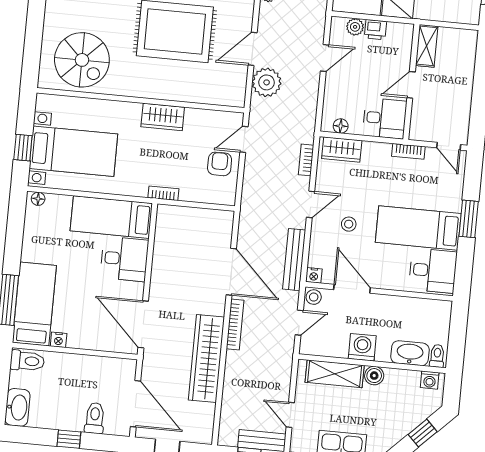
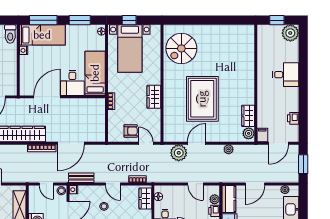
door: (253, 49) -> (197, 143), hinge flipped
window: (15, 235) -> (80, 20), added
bench: (294, 260) -> (81, 178), width x0.73
door: (143, 324) -> (47, 97), moved

